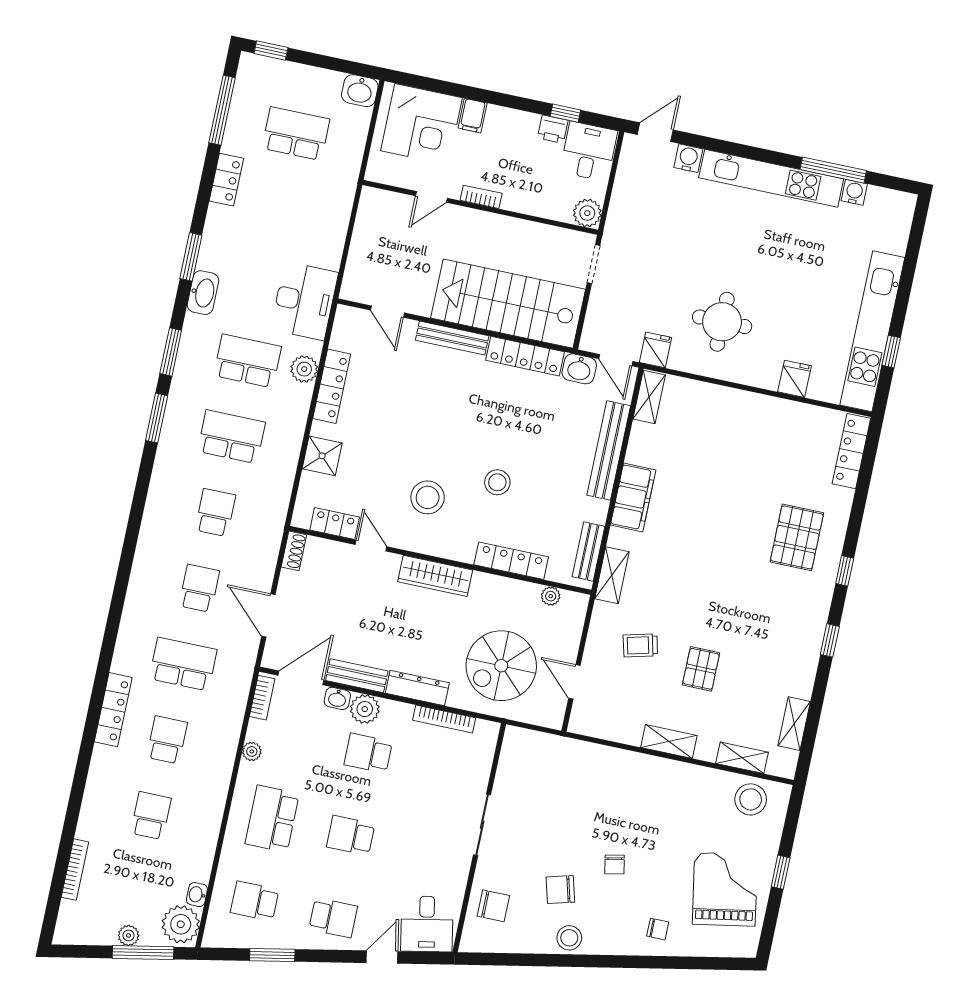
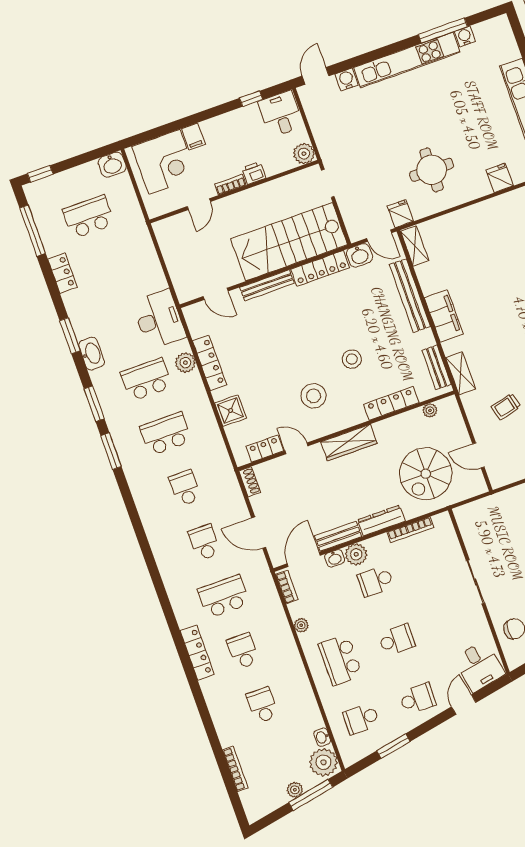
printer: (553, 129) -> (254, 173), moved, turned 180
school desk: (351, 835) -> (397, 640), turned 180

